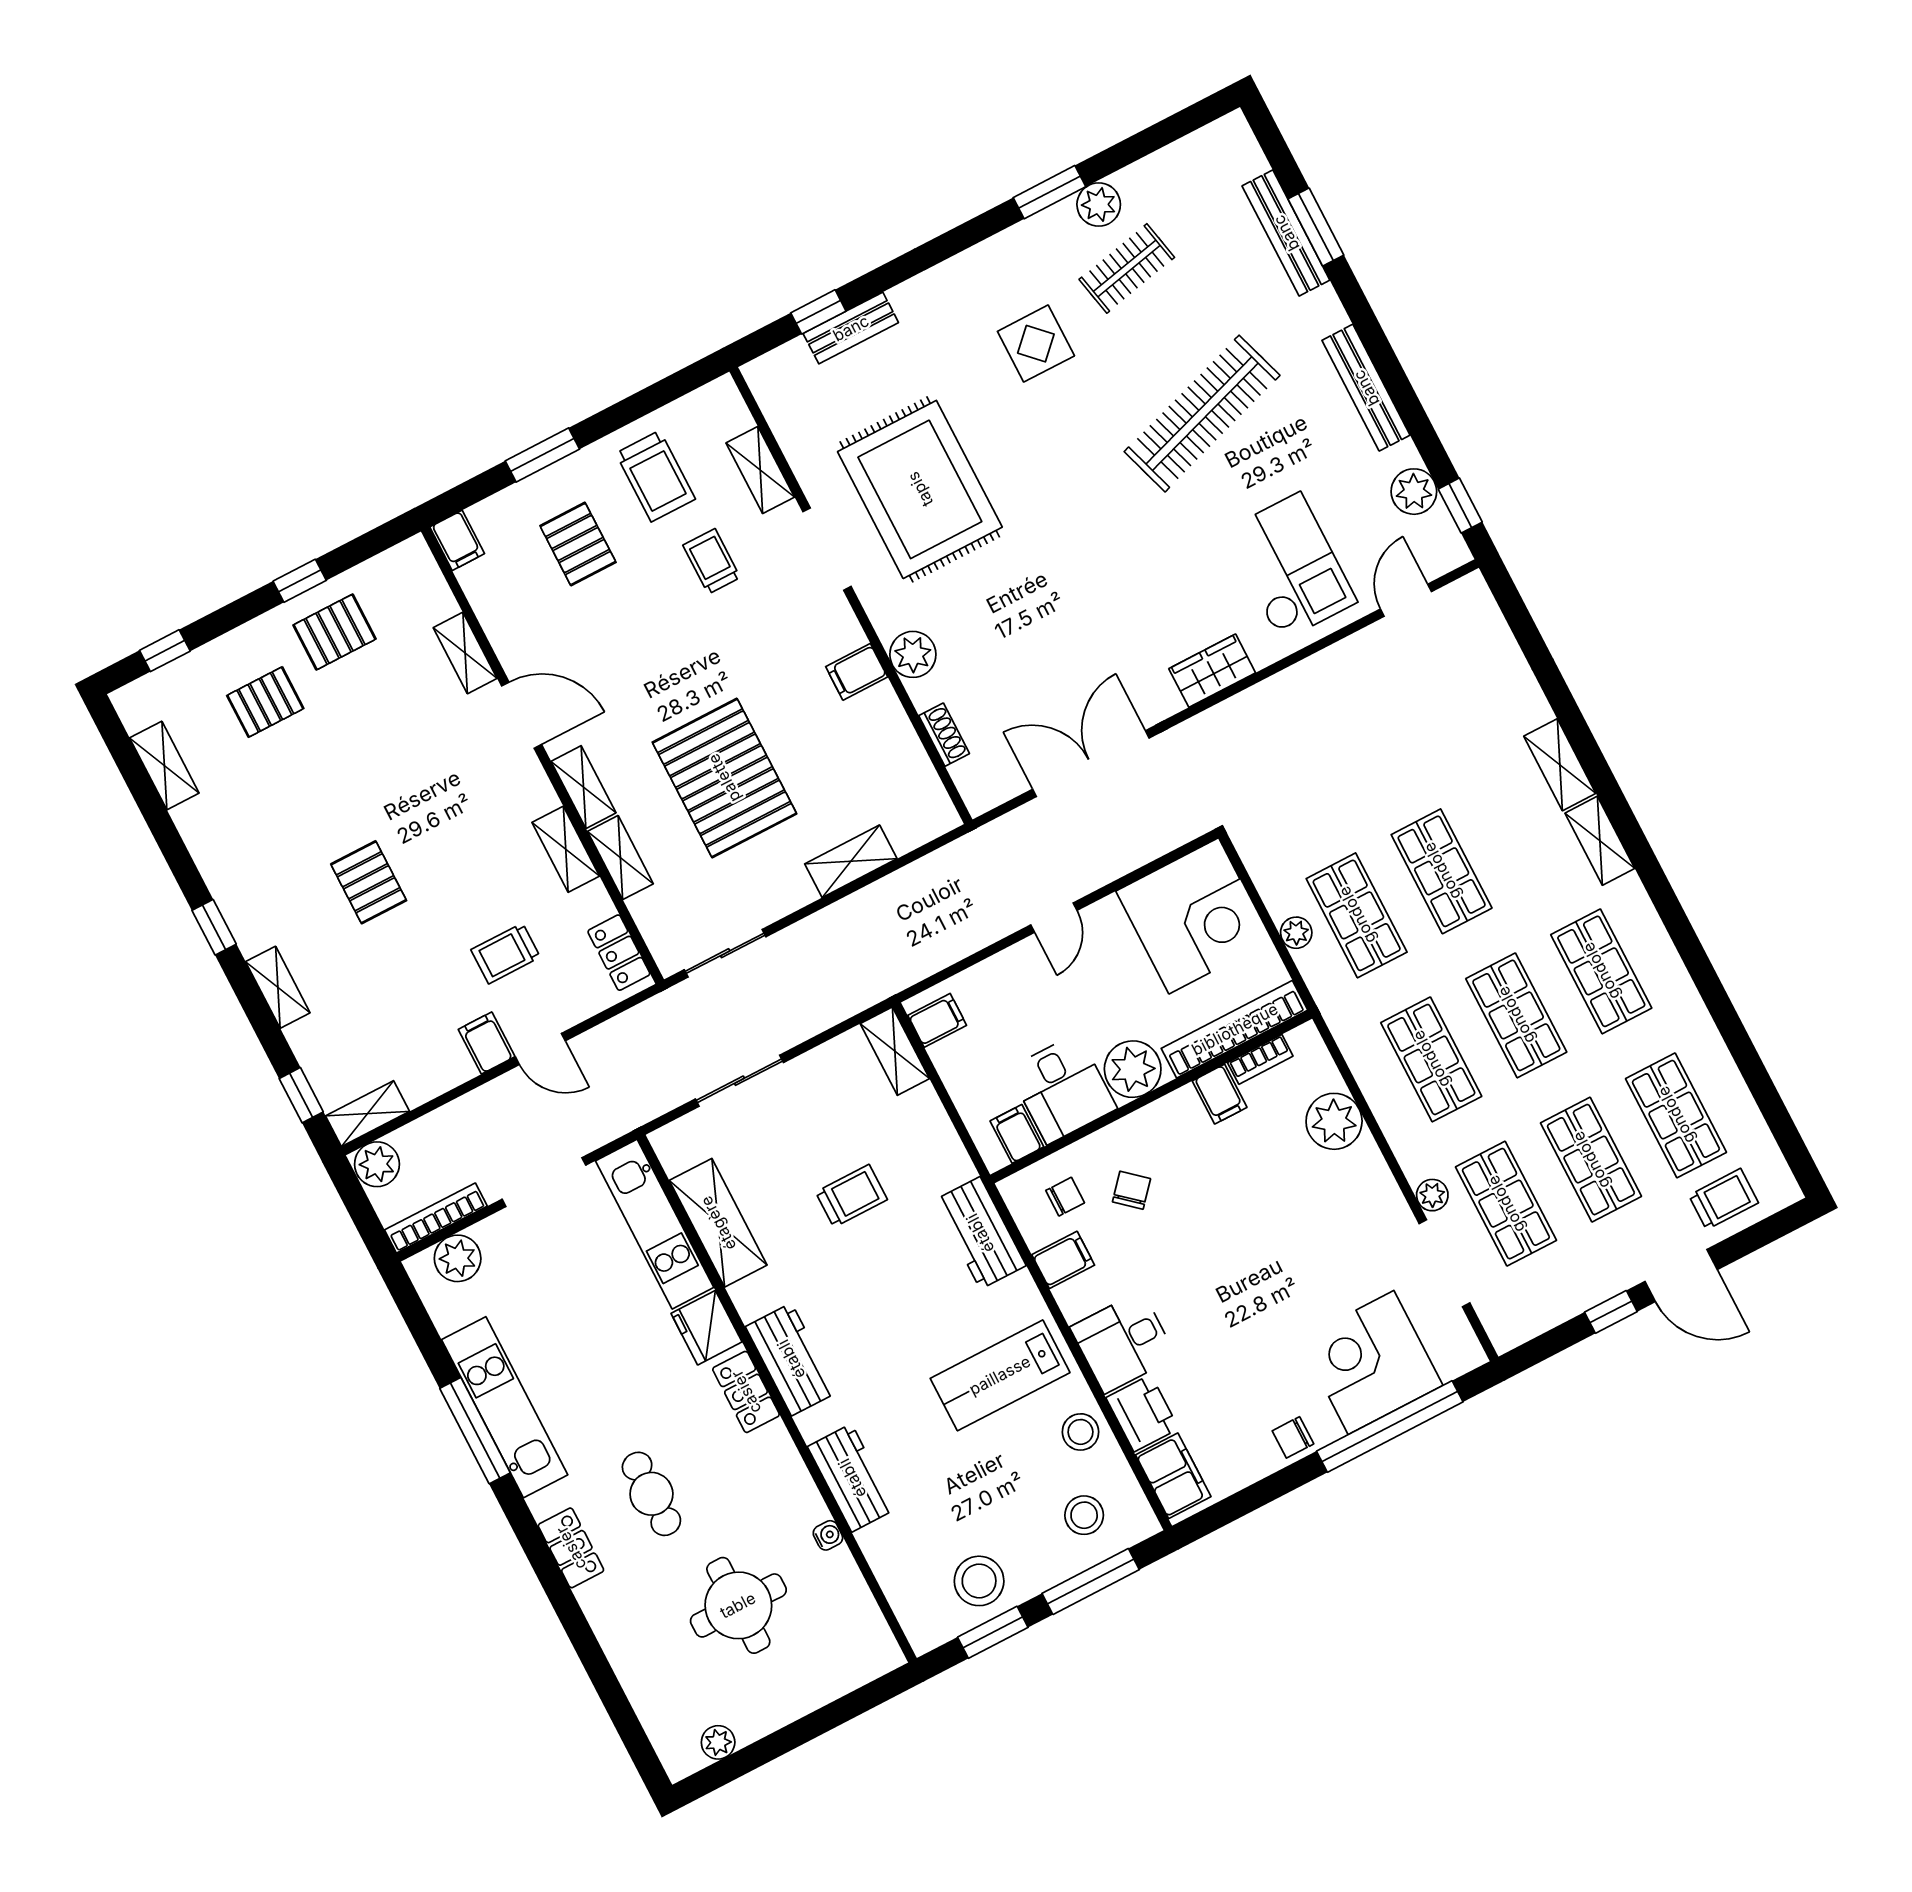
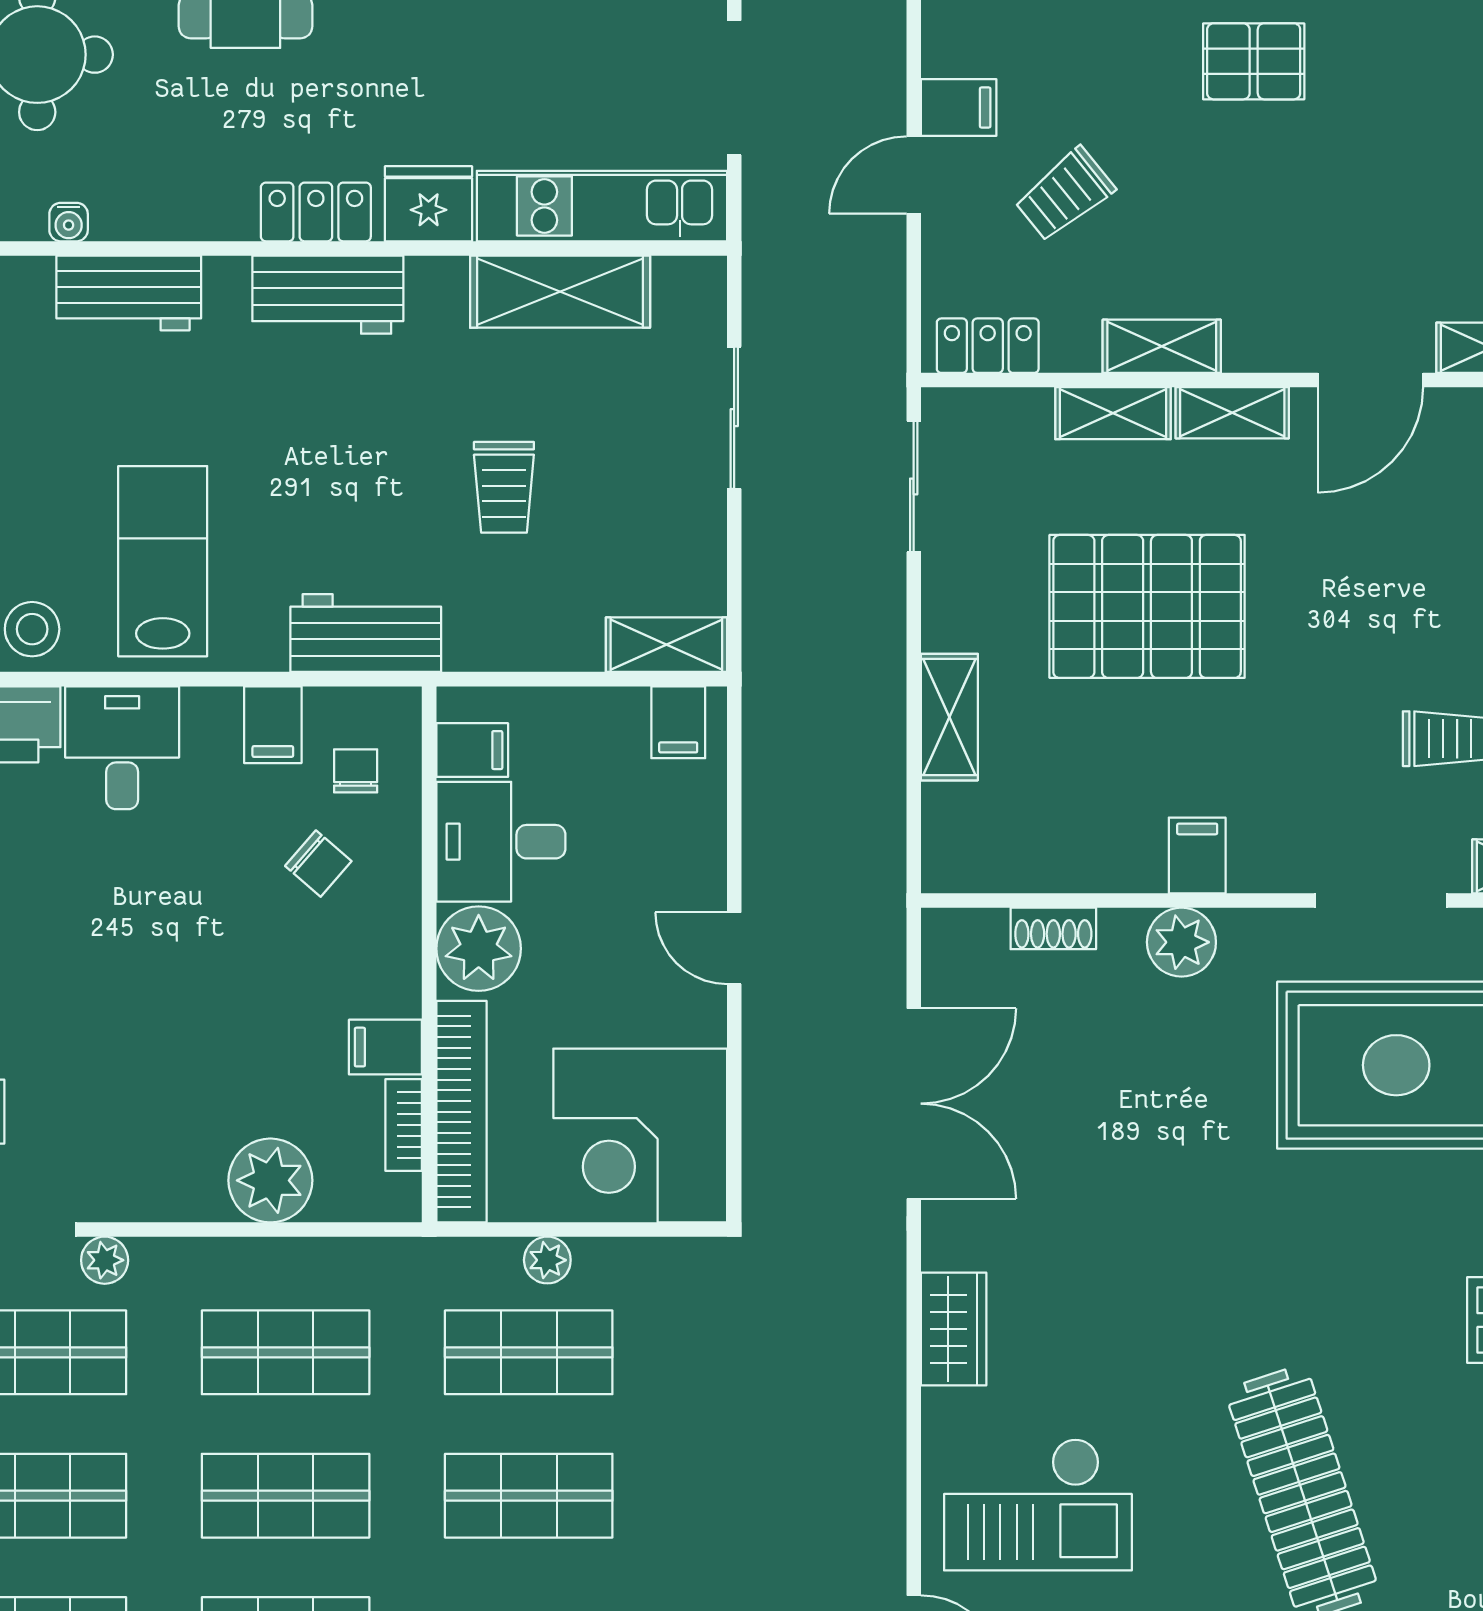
trolley: (506, 953) -> (1065, 194), turned -129
chair: (1065, 1197) -> (356, 771), turned 180

